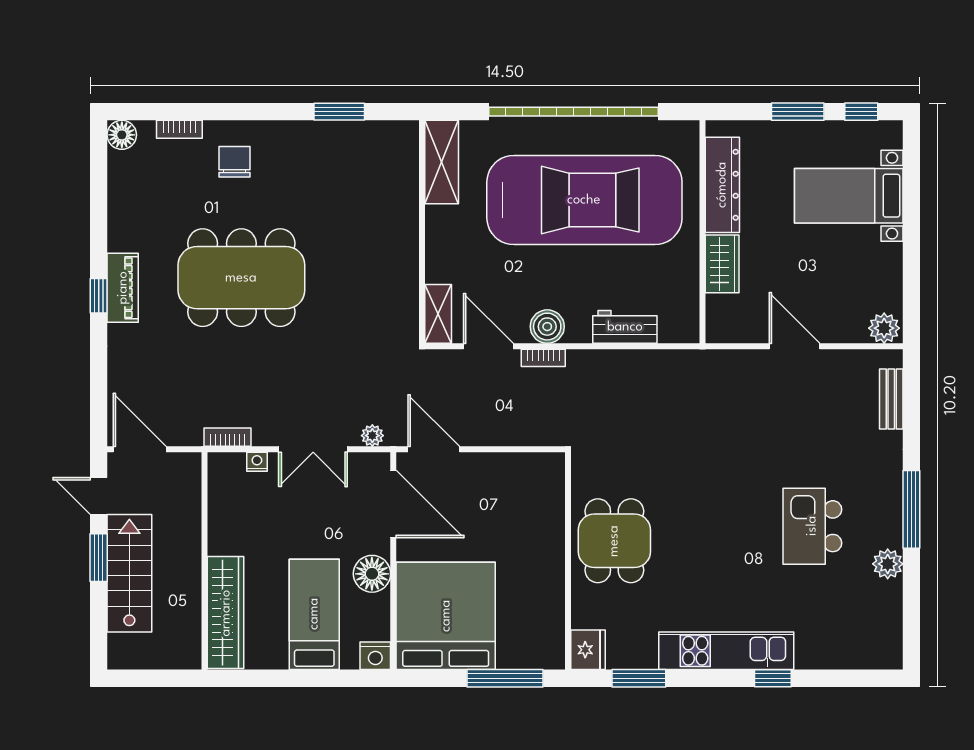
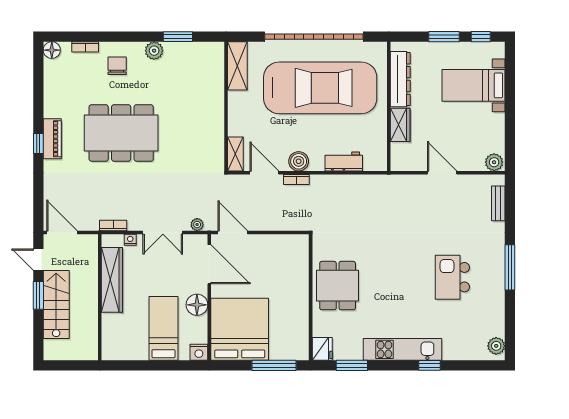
plant: (298, 136) -> (154, 51), added
plant: (888, 564) -> (496, 346), moved
wardrobe: (226, 613) -> (112, 280), moved

